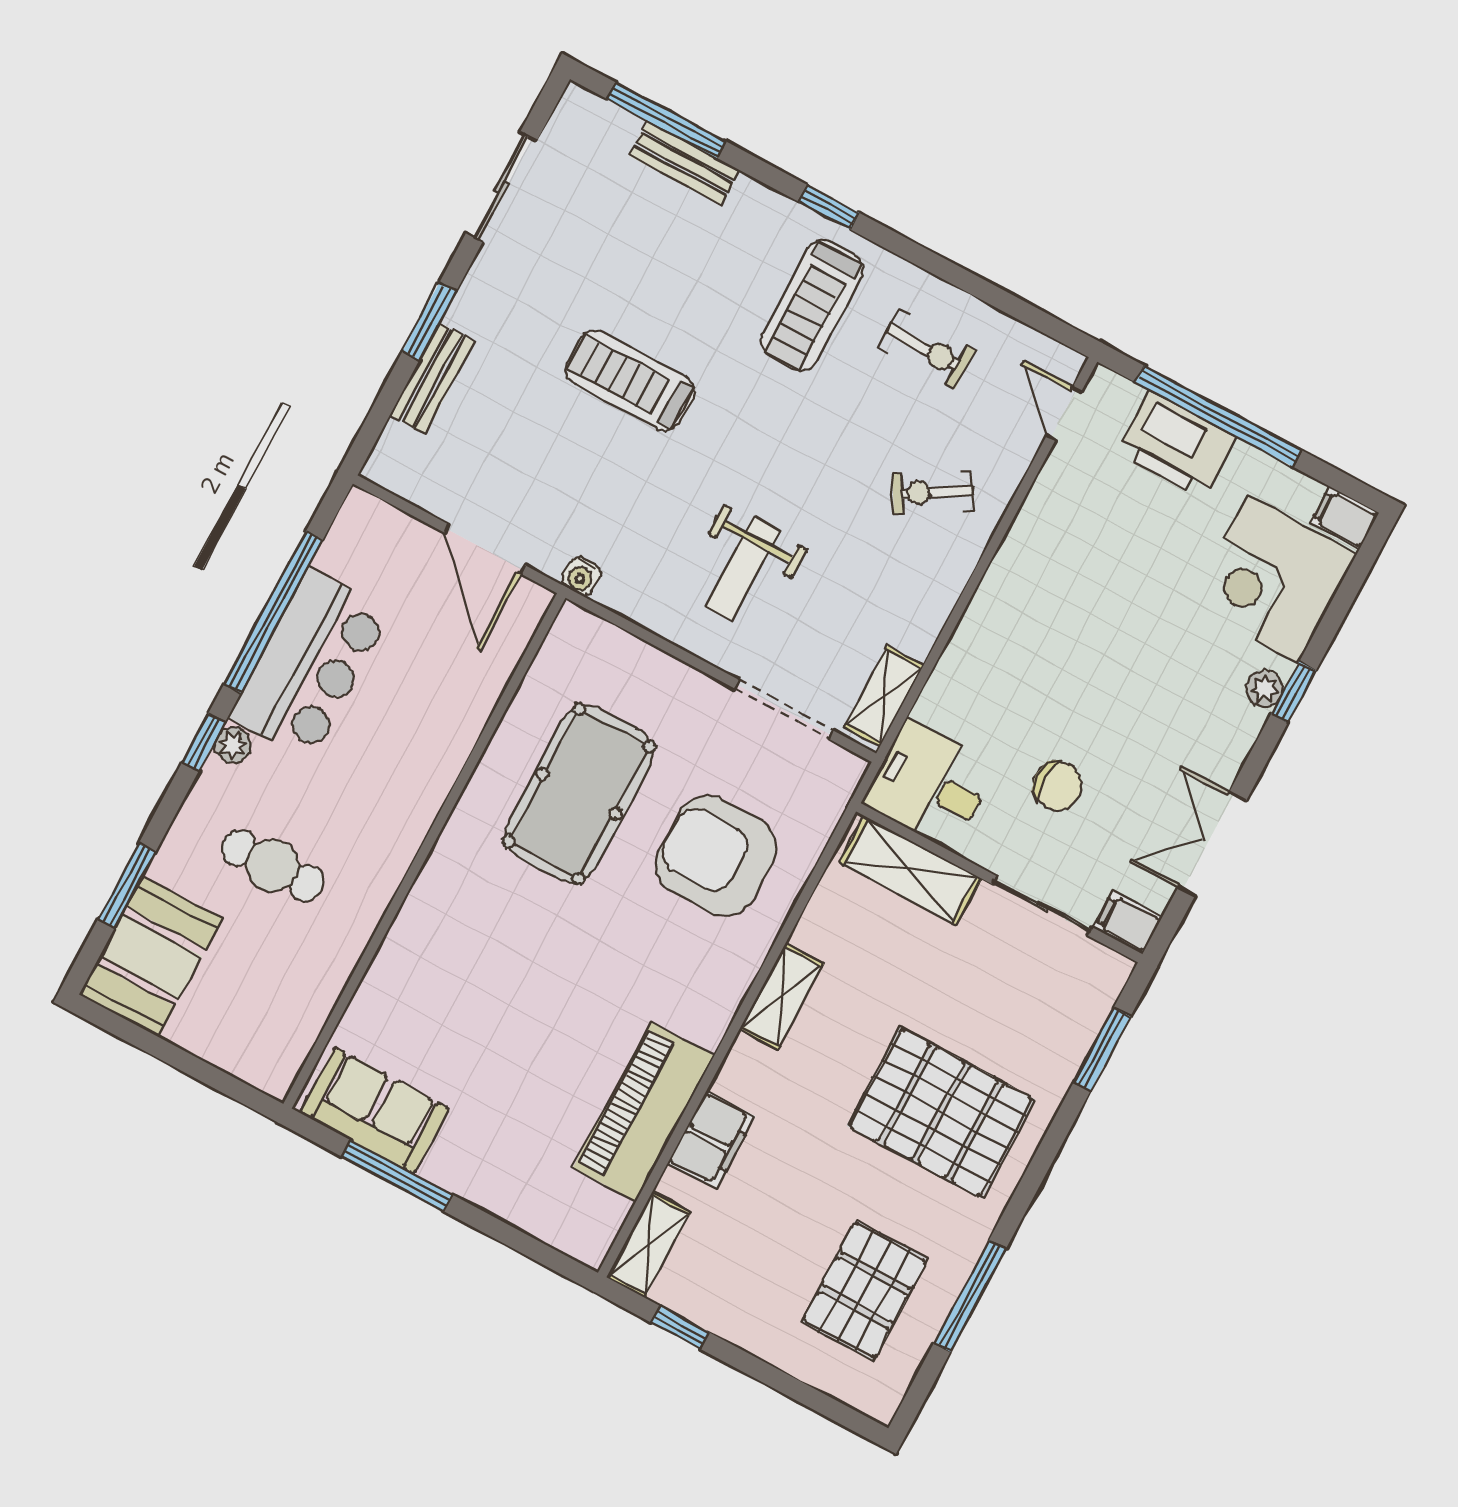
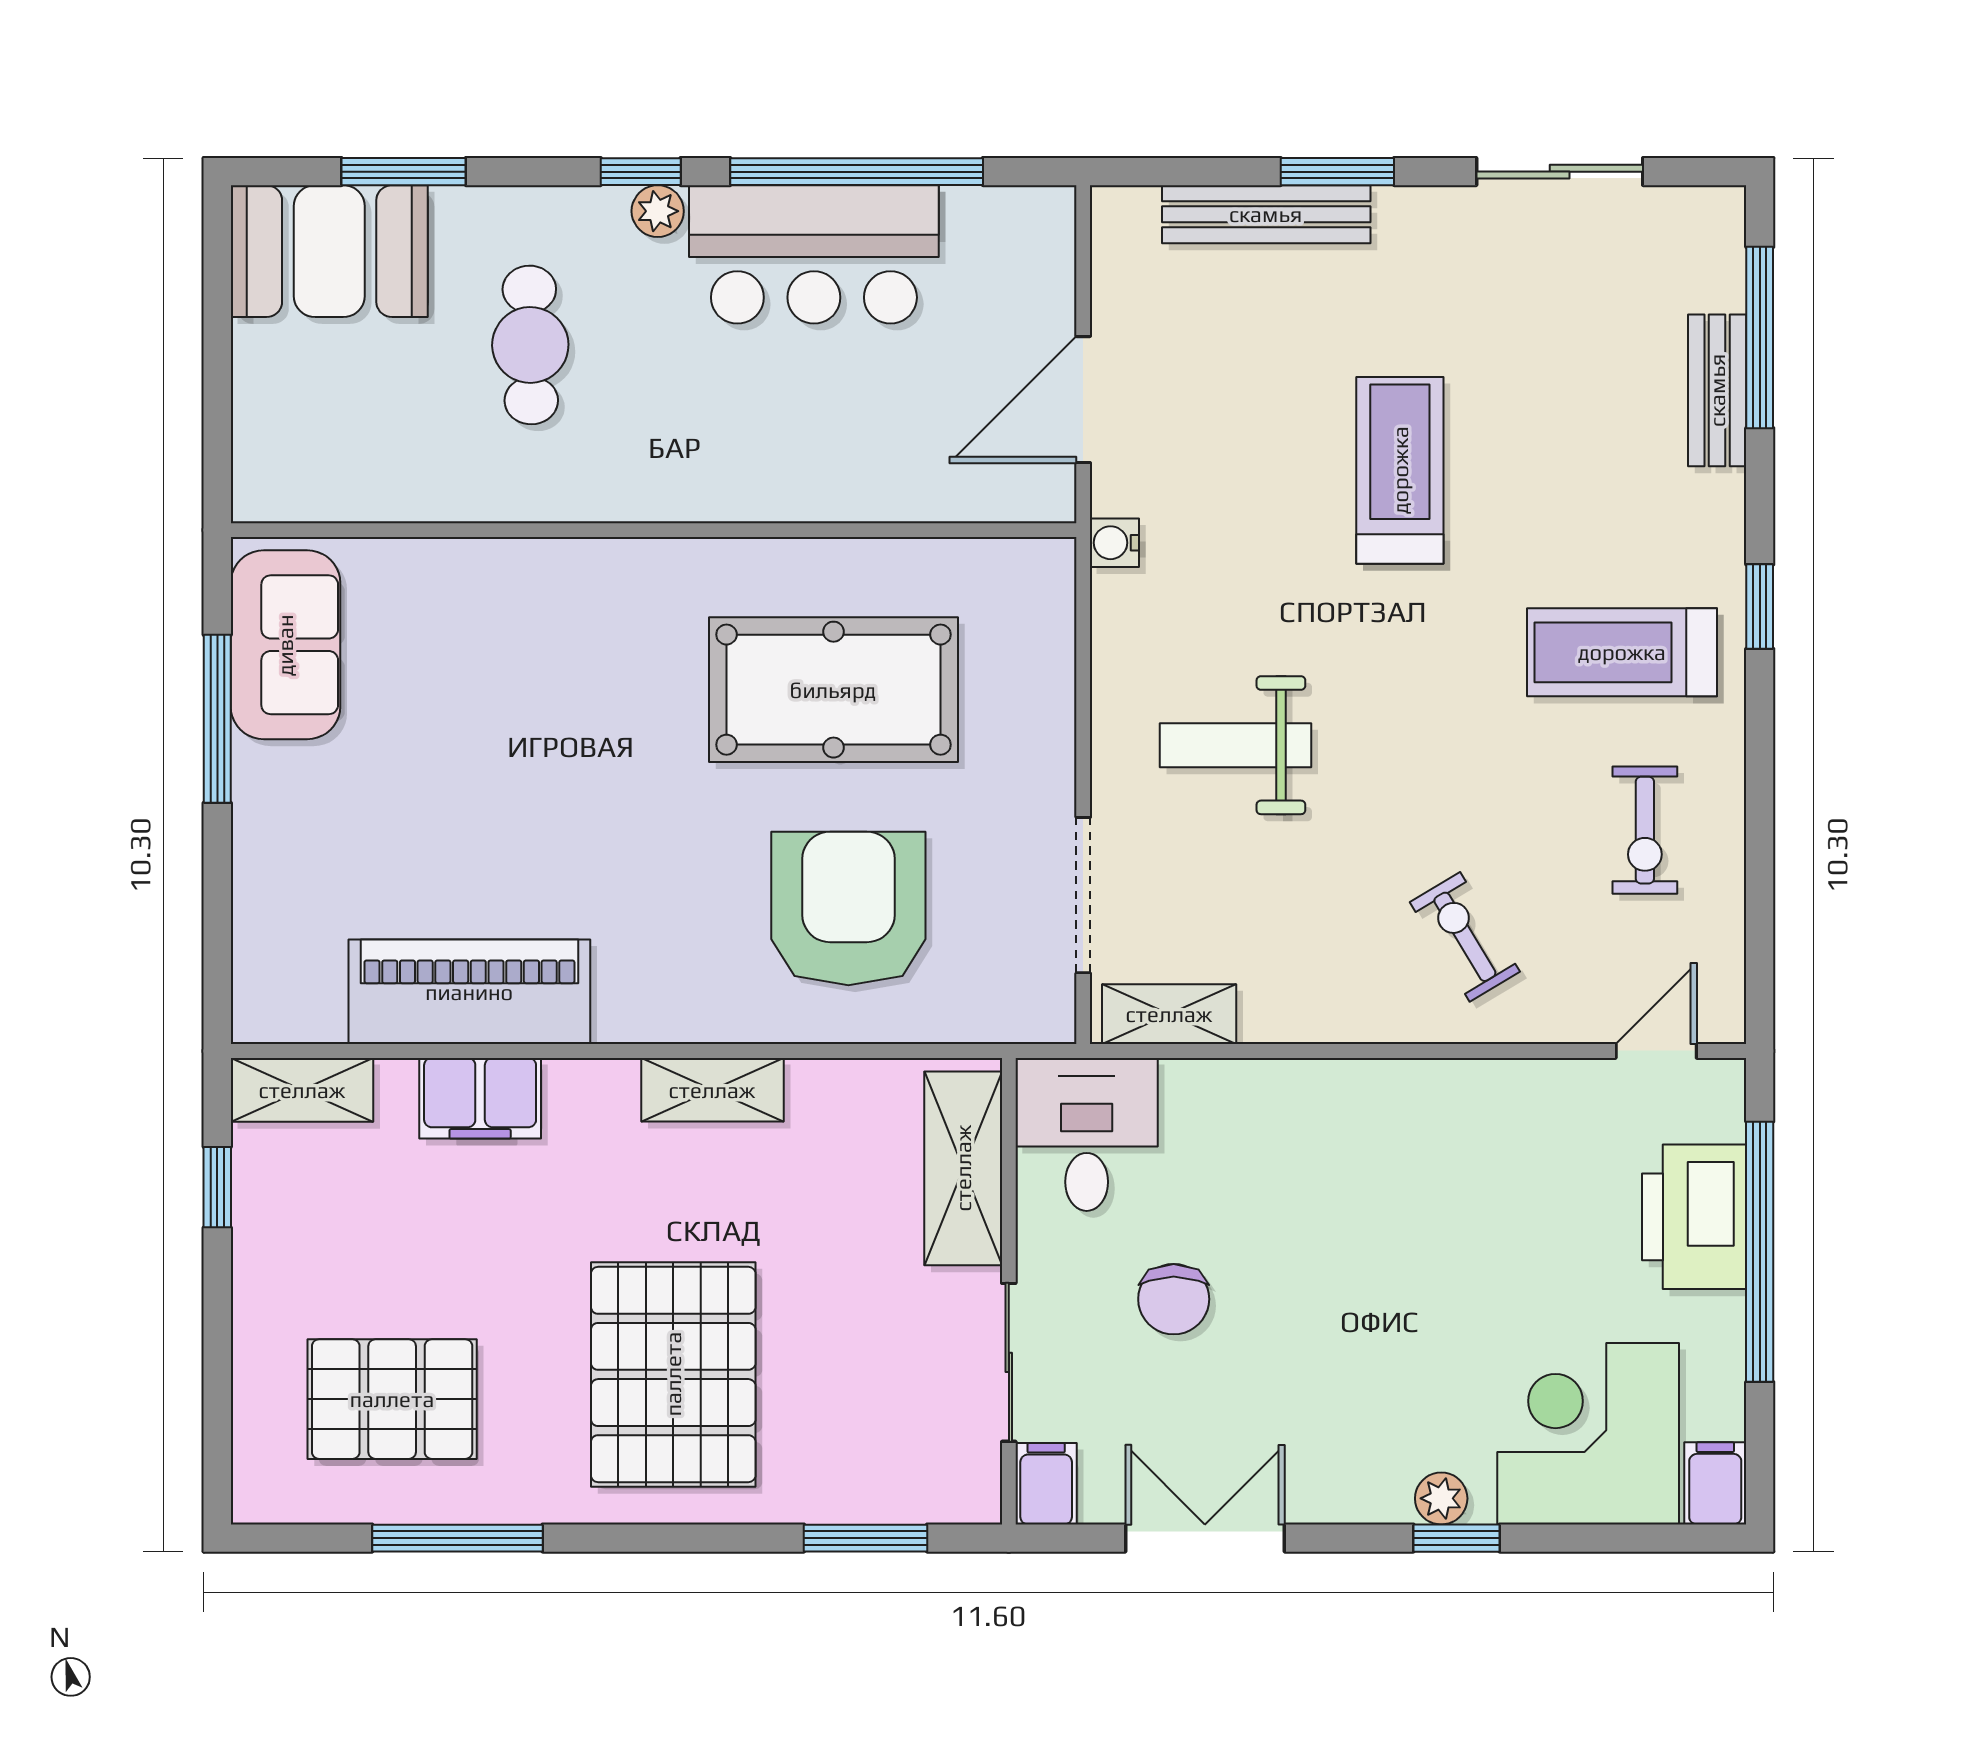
bench: (432, 378) -> (1266, 214), width x1.36

